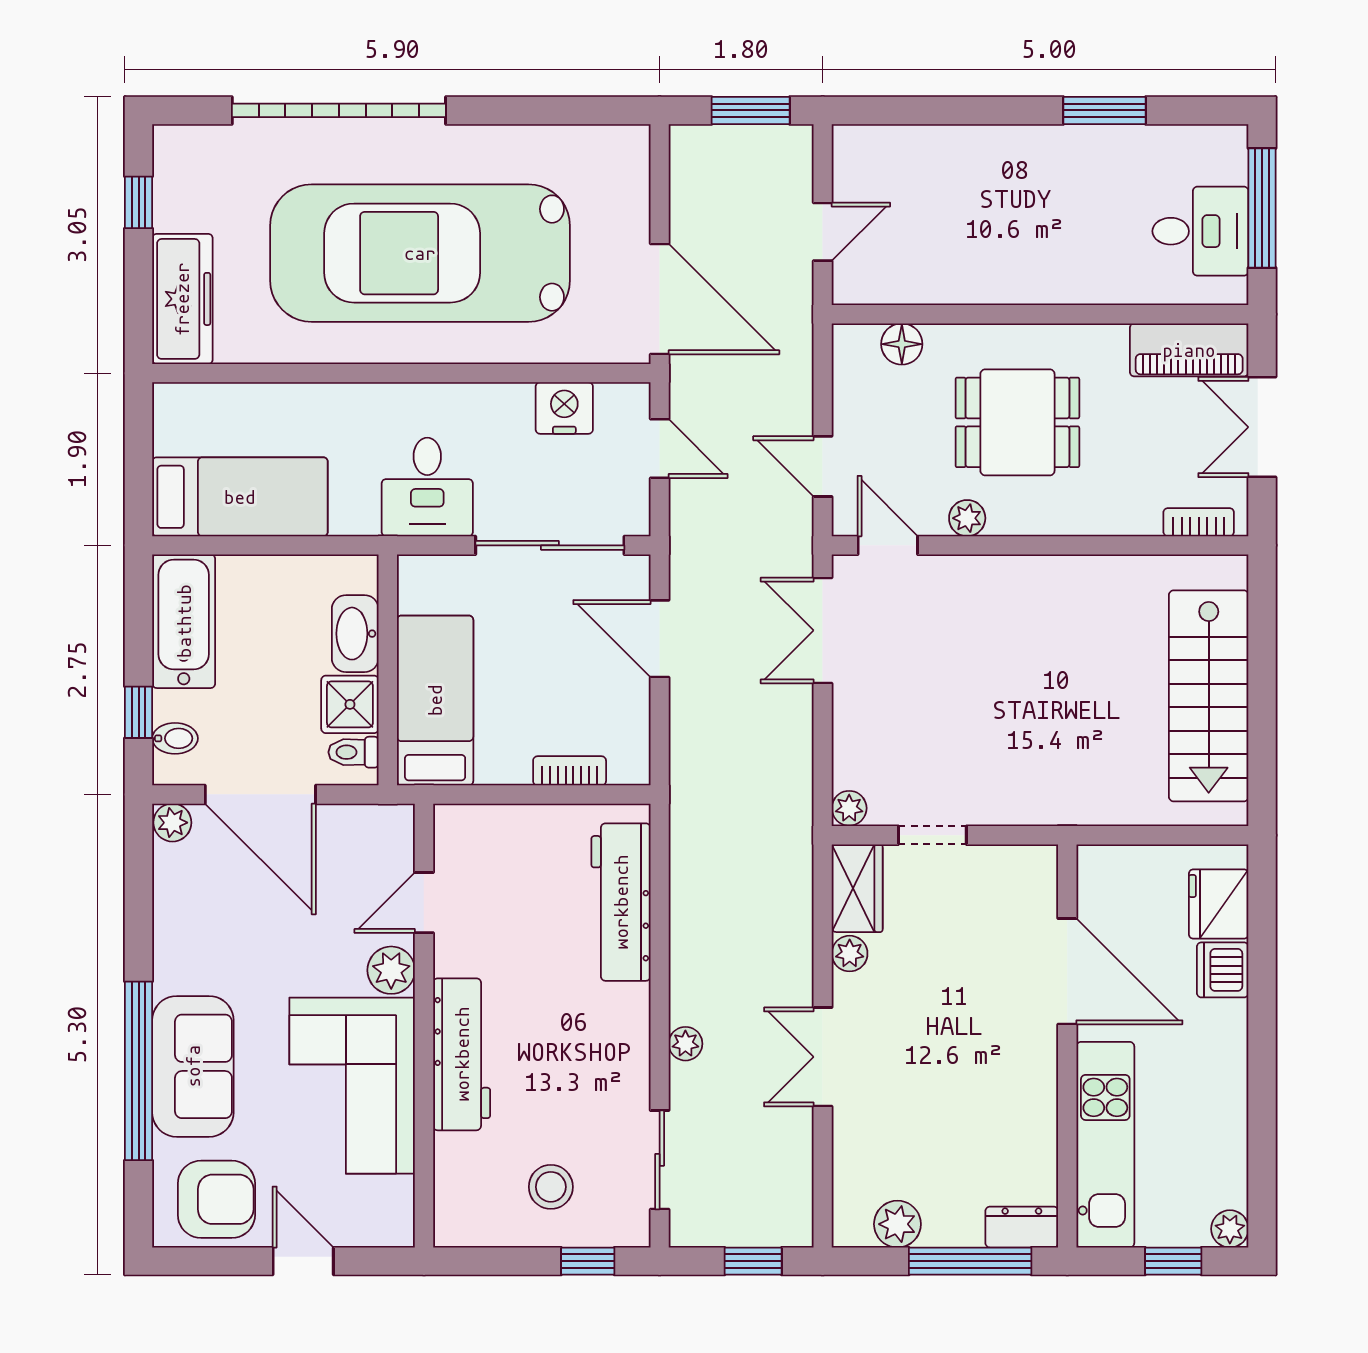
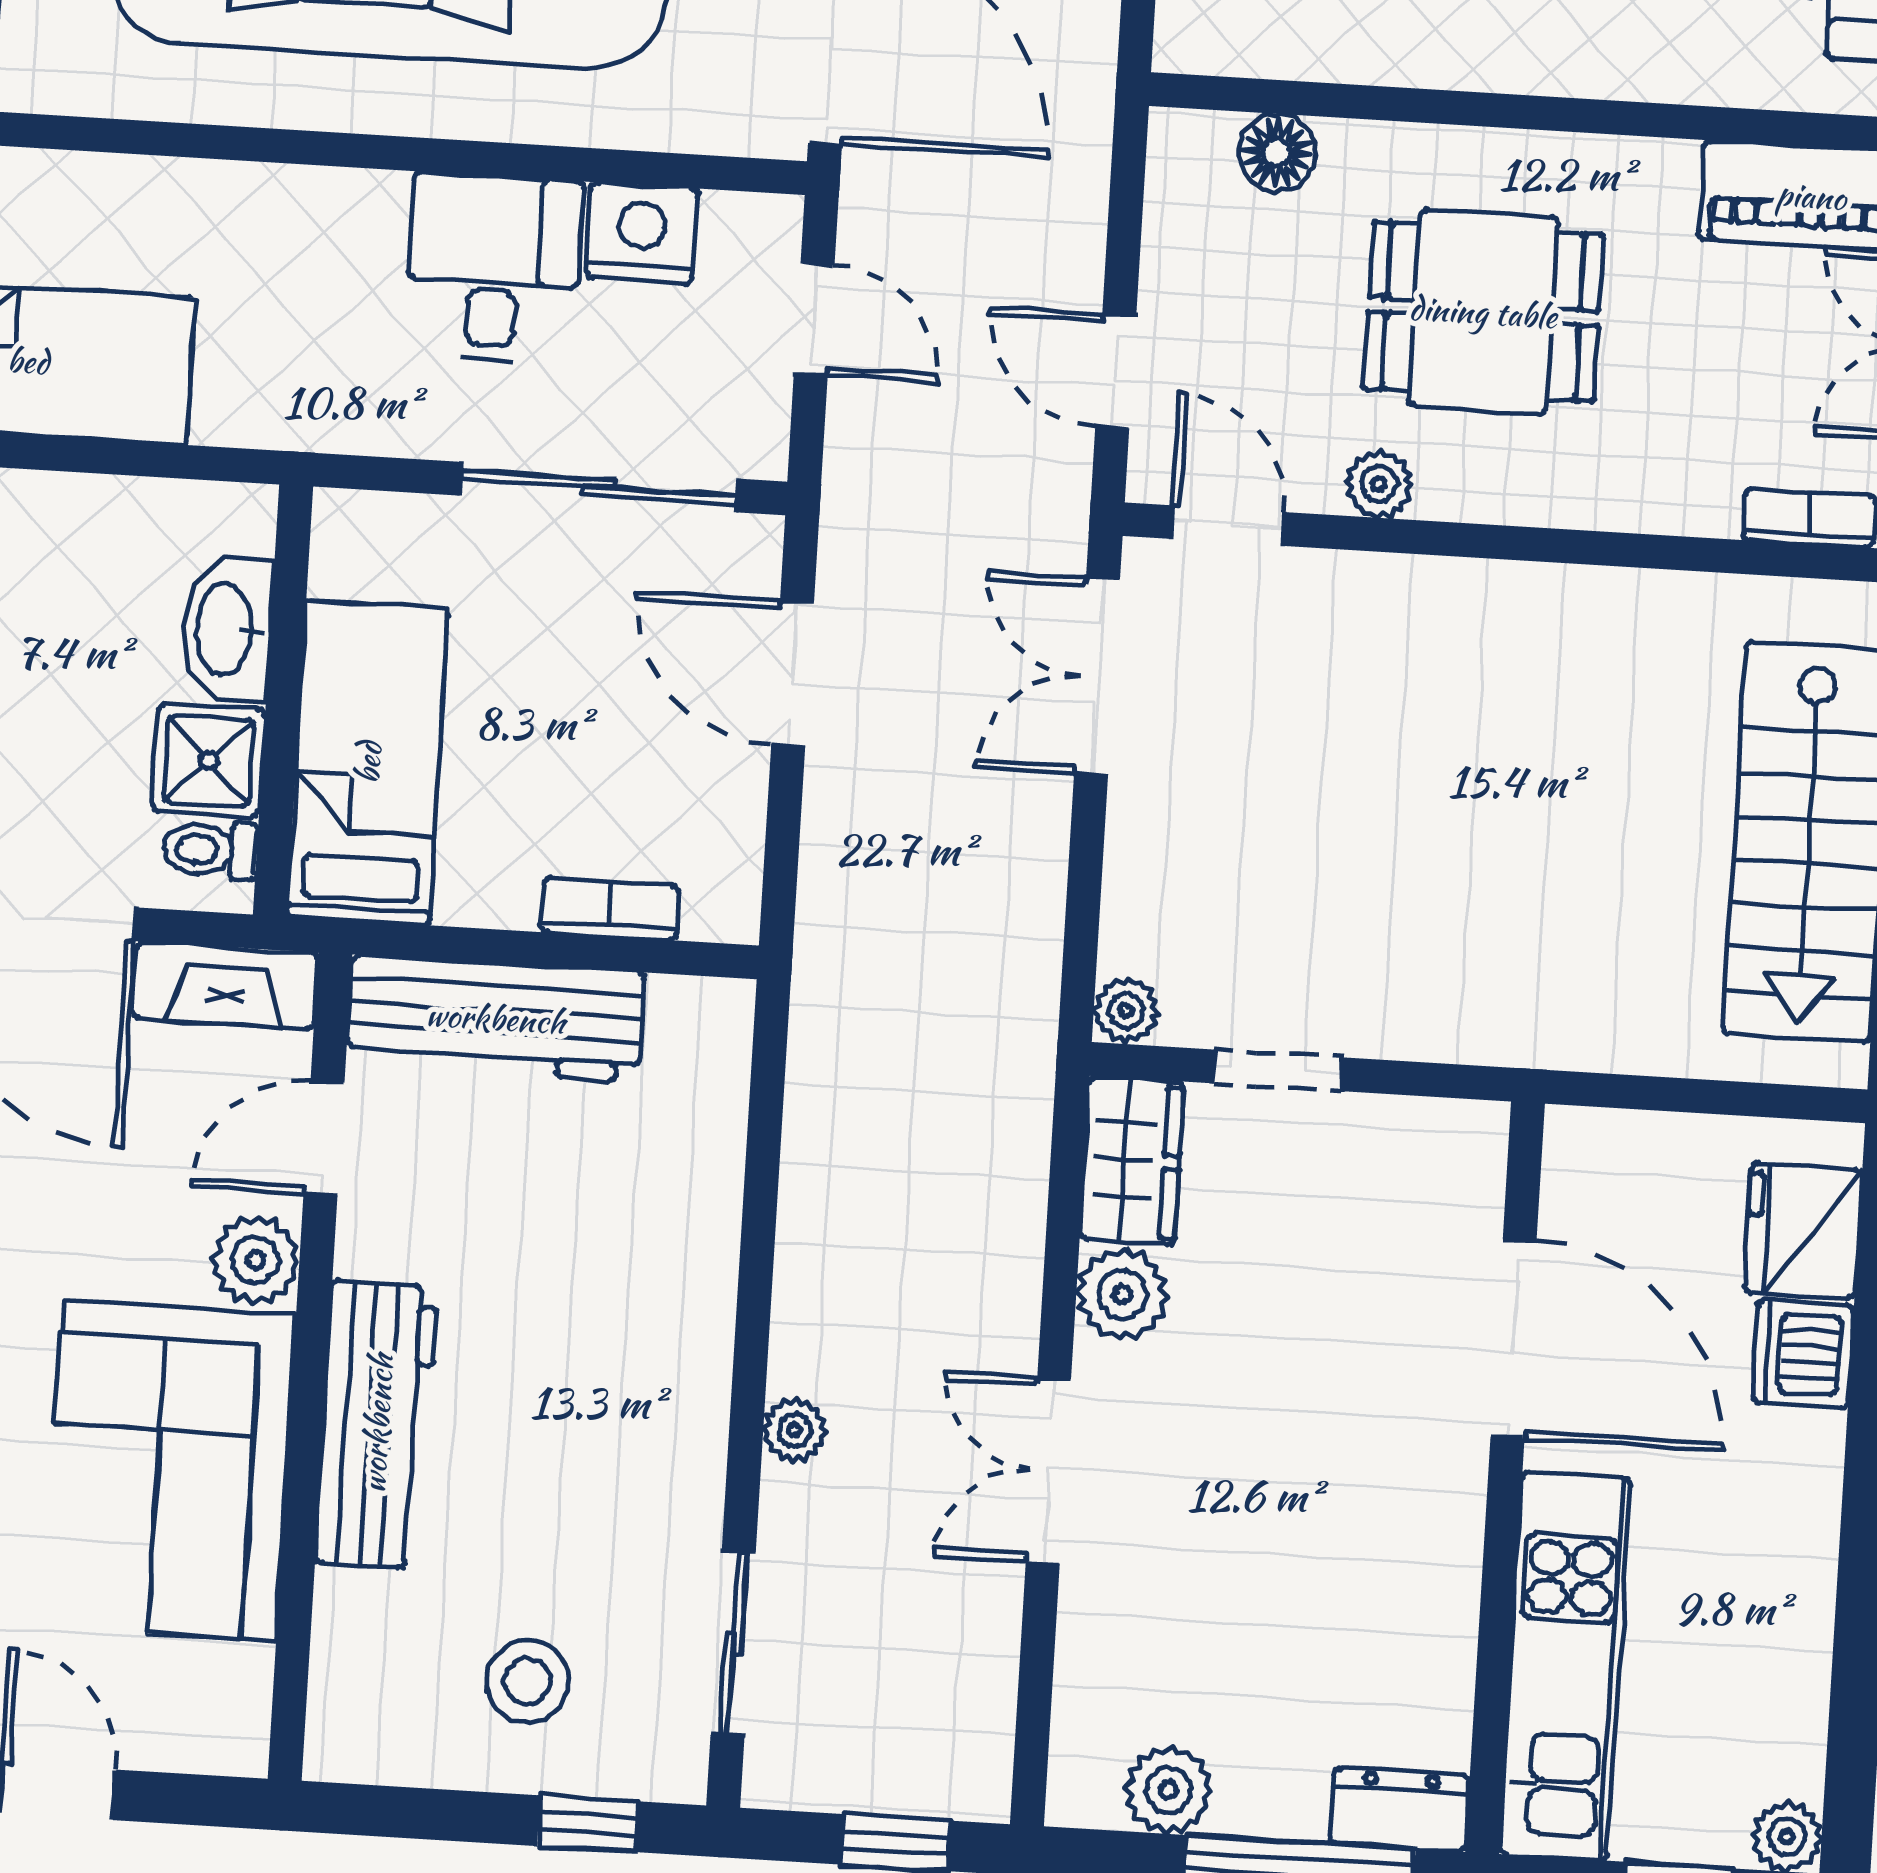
desk: (427, 487) -> (493, 268), moved, turned 180
fireplace: (366, 824) -> (225, 986), added
workbench: (621, 902) -> (495, 1018), moved, turned -90
plant: (850, 954) -> (1122, 1294), width x1.38, depth x1.38

